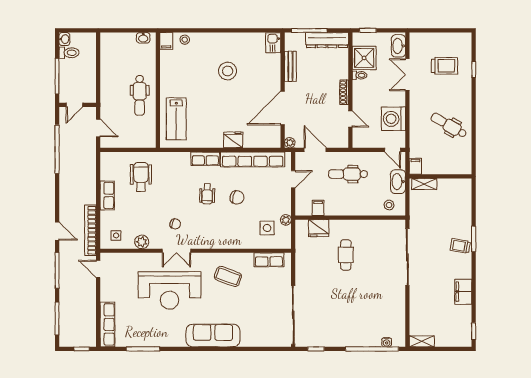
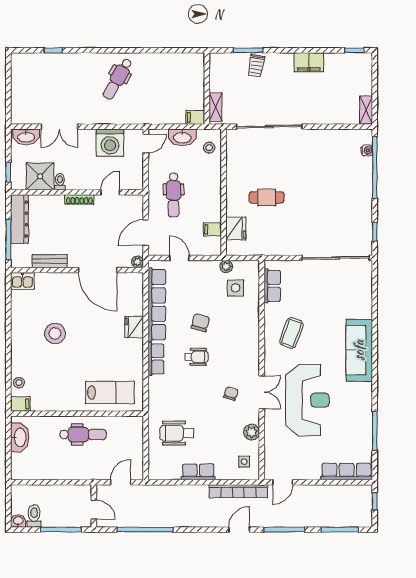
washbasin: (143, 38) -> (20, 437), width x1.91, depth x1.45
trolley: (445, 66) -> (49, 84), removed
filing cabinet: (415, 166) -> (195, 117), moved
wall: (441, 176) -> (207, 88), moved
shelving: (424, 184) -> (216, 107), moved

